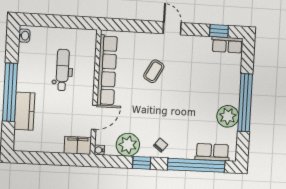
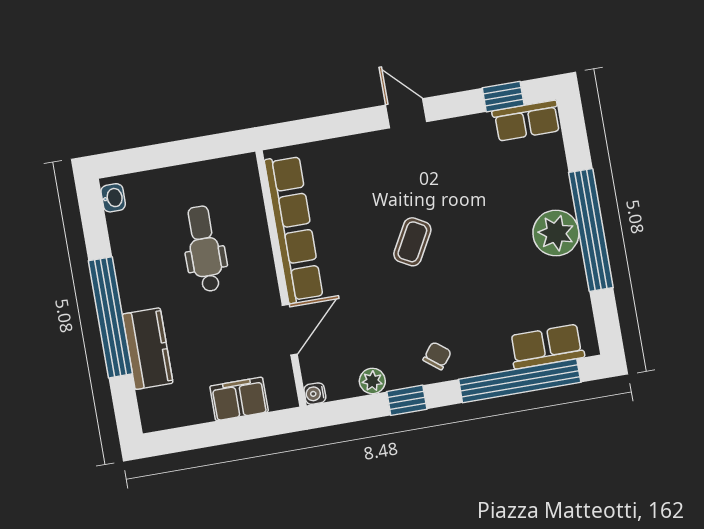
coffee table: (154, 71) -> (412, 242), moved
plant: (228, 116) -> (556, 233), moved
filing cabinet: (78, 145) -> (239, 399), moved
plant: (128, 145) -> (372, 381), width x0.53, depth x0.53

